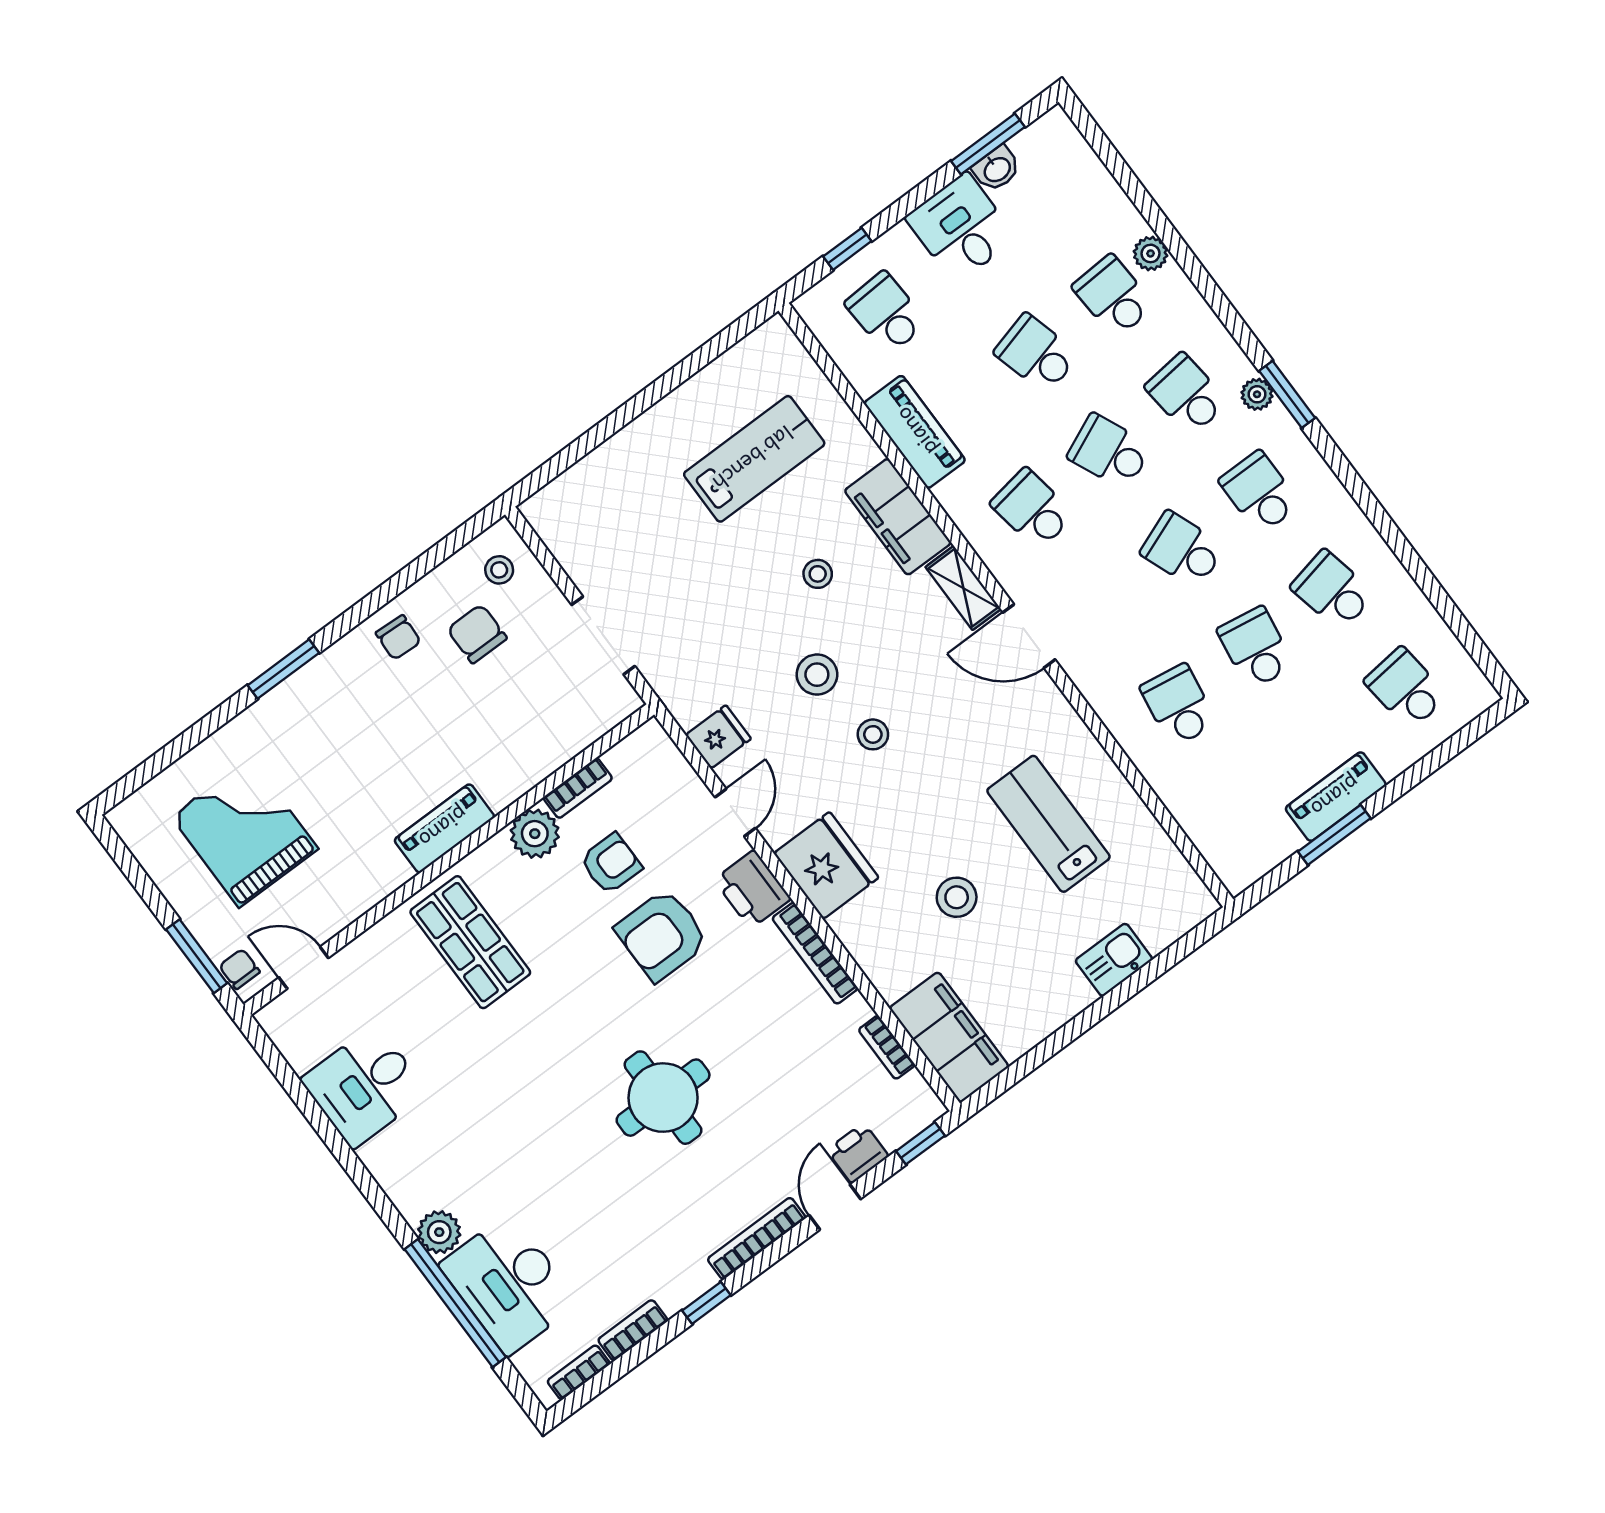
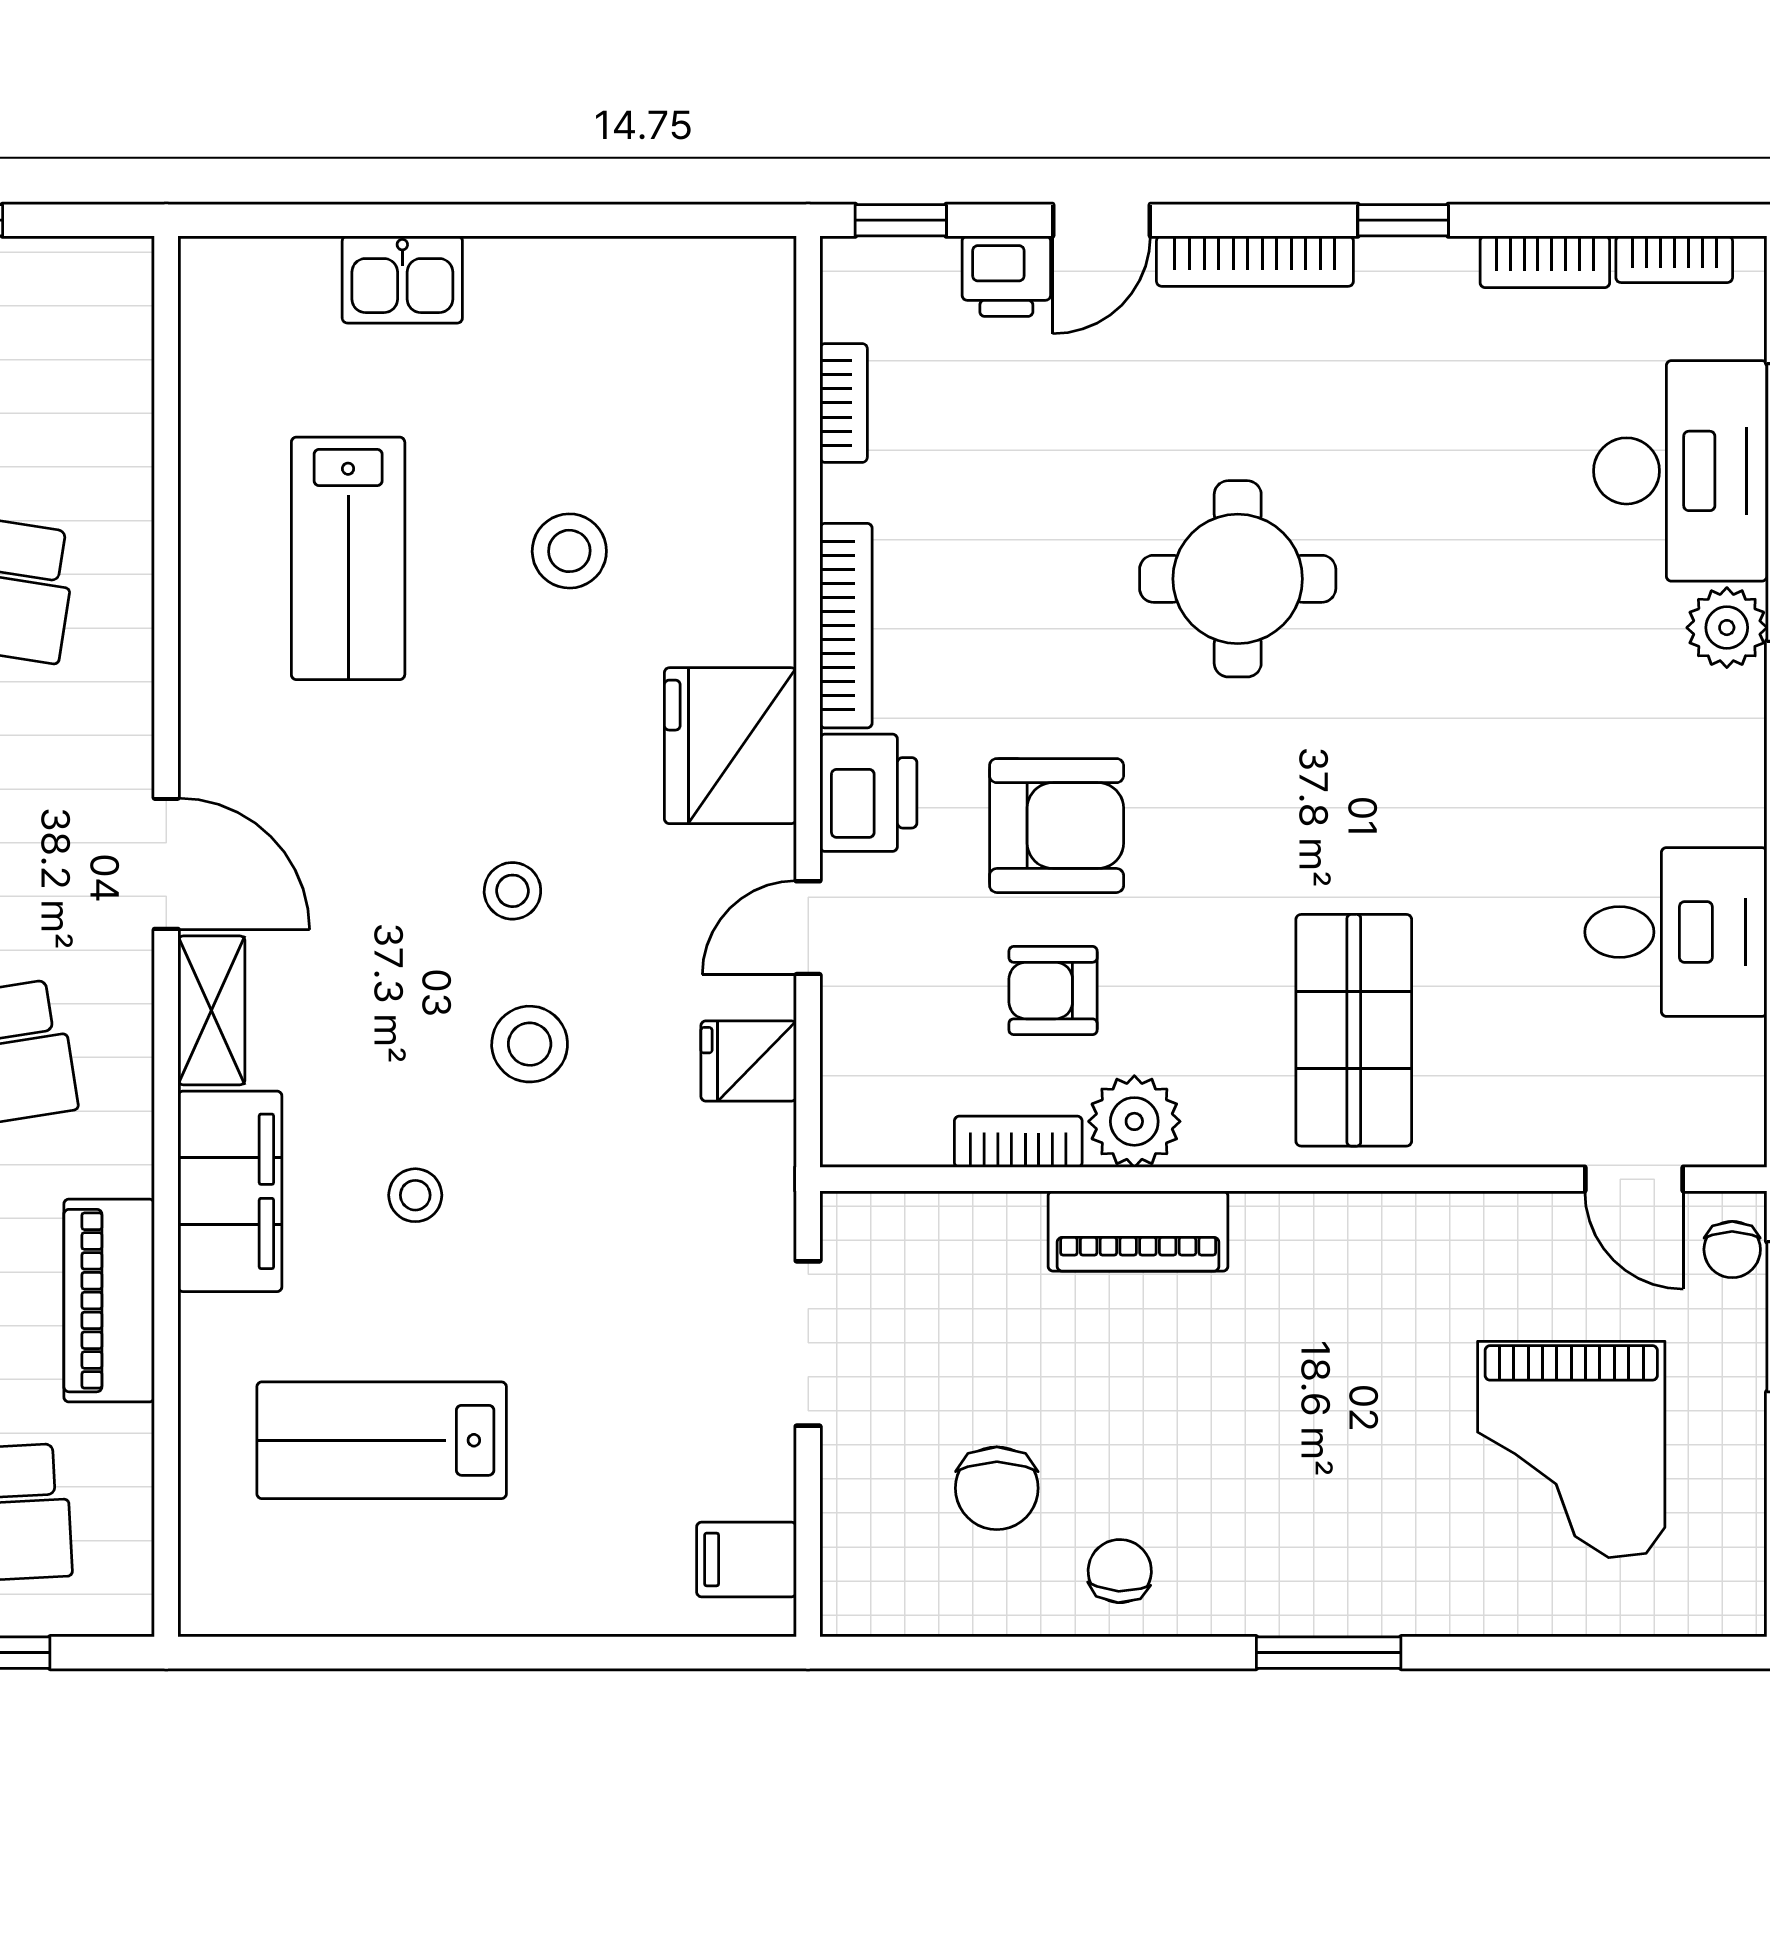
stool: (499, 570) -> (891, 1560), removed
piano: (444, 828) -> (1138, 1231), moved
filing cabinet: (949, 1037) -> (746, 1559), moved, width x0.33, depth x0.86

